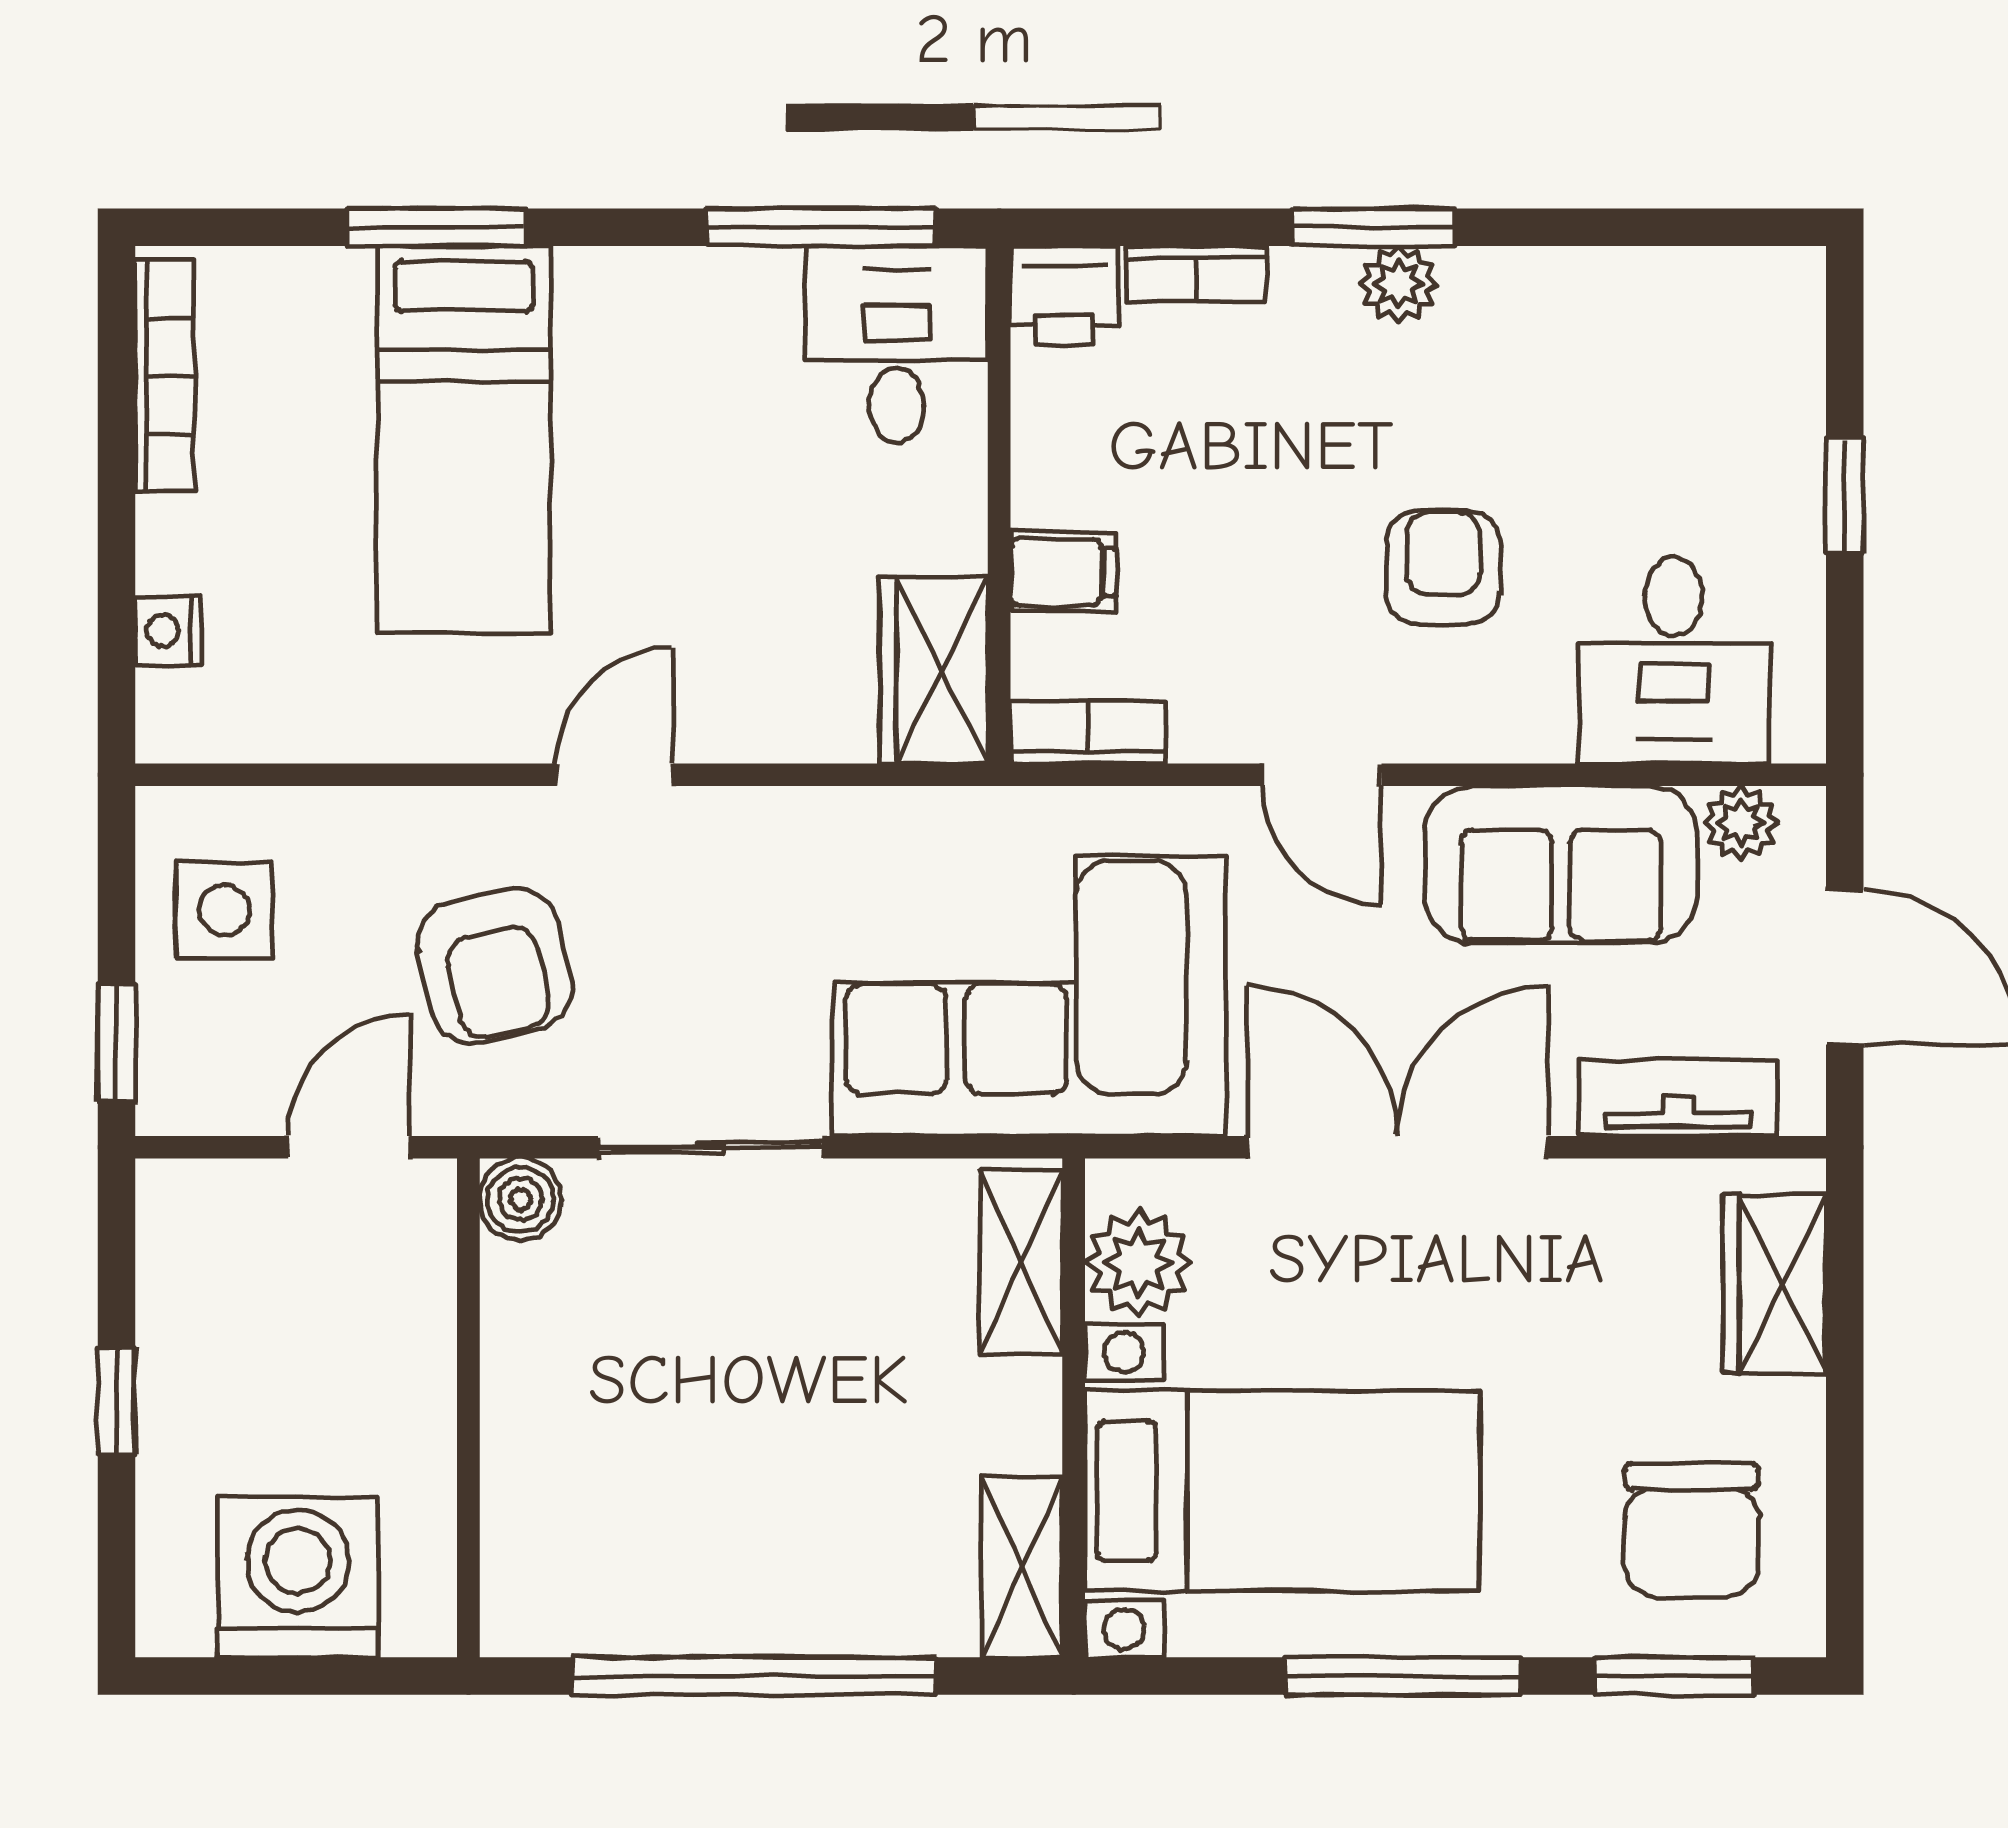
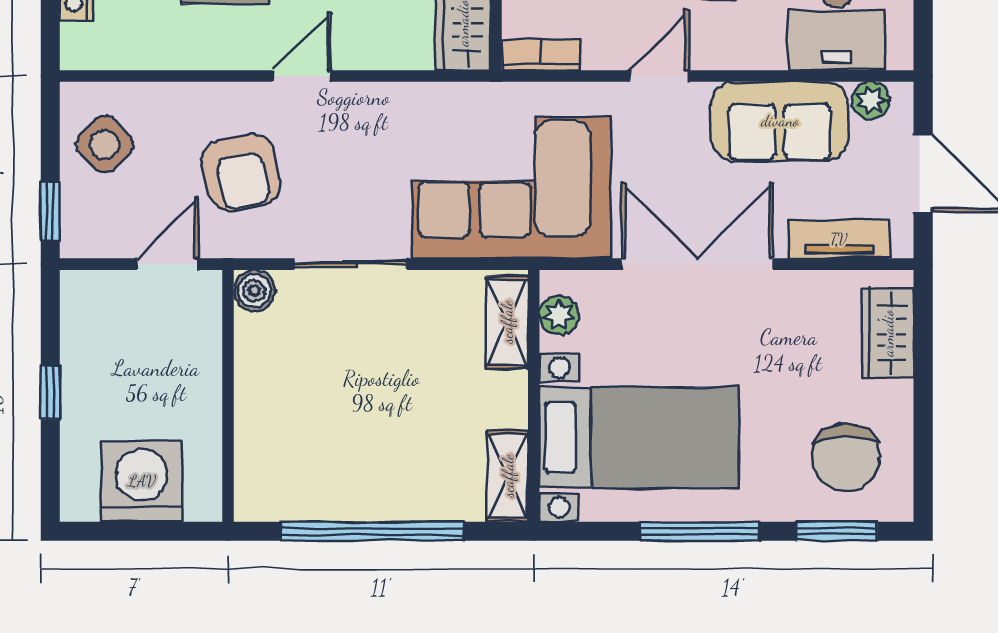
door: (1322, 775) -> (659, 76), swing flipped
side table: (224, 910) -> (105, 144), turned 45
plant: (1138, 1263) -> (559, 315), width x0.73, depth x0.73

